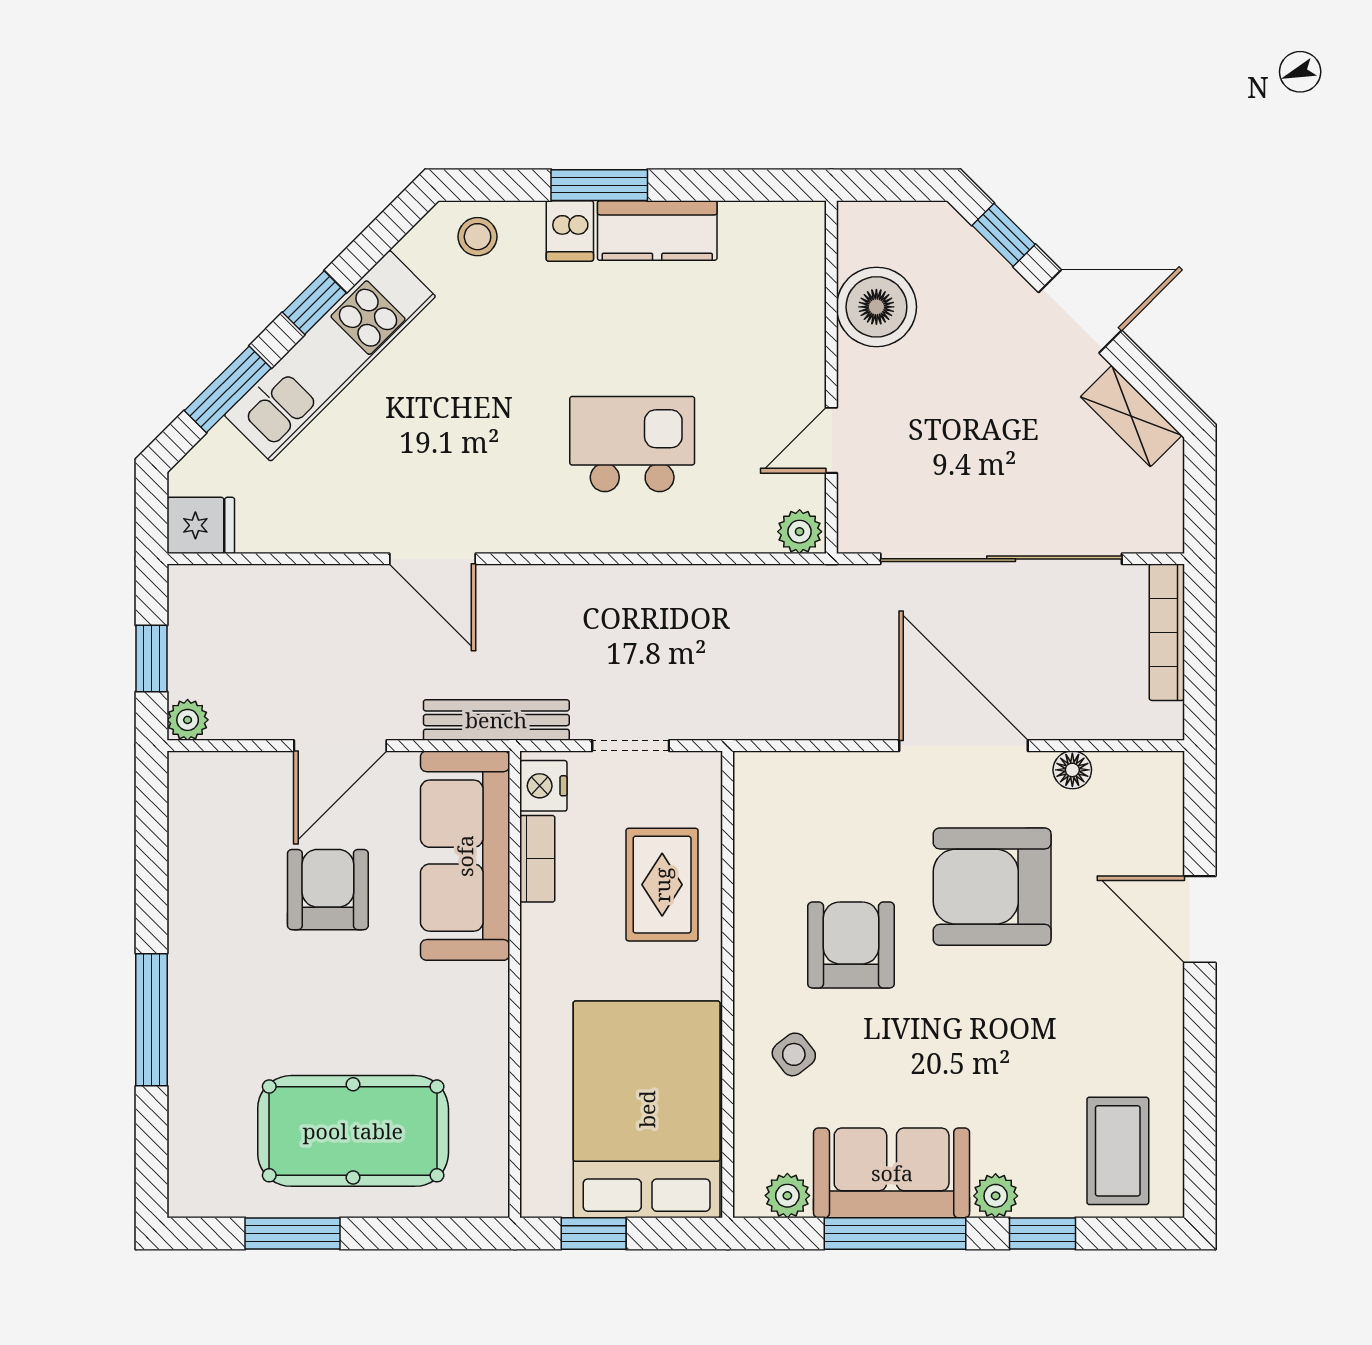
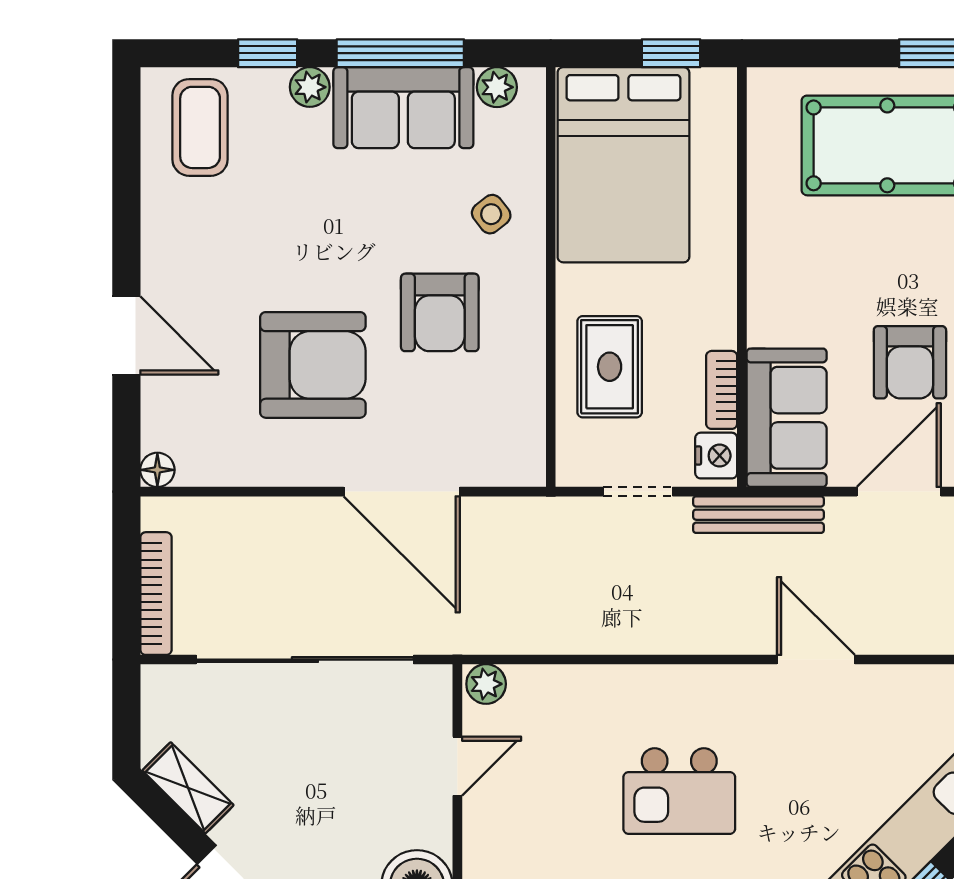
kitchen island: (632, 444) -> (679, 791), moved
door: (963, 746) -> (402, 492), moved
floor lamp: (1072, 770) -> (157, 470), moved
sofa: (465, 856) -> (787, 418), width x0.73

